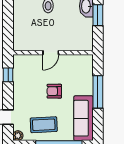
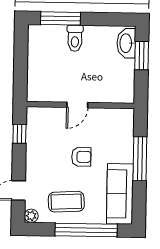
armchair: (54, 91) -> (81, 157), turned 180

